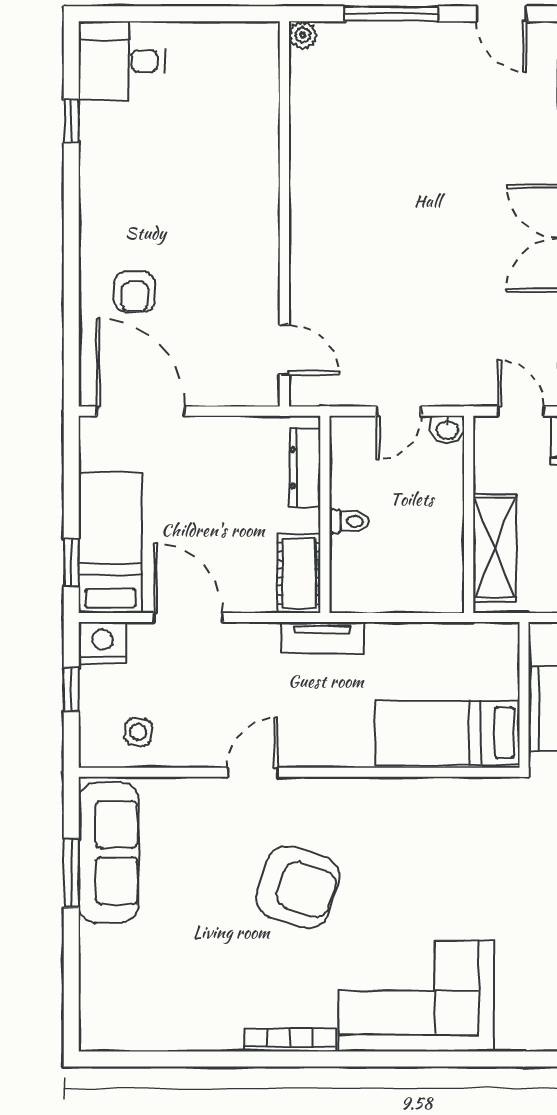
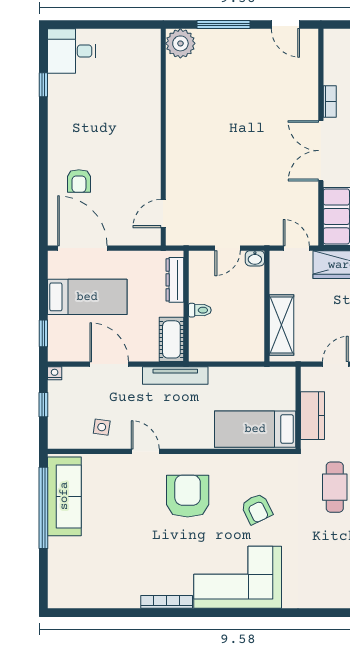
plant: (303, 35) -> (180, 43), width x1.88, depth x1.88
door: (284, 350) -> (163, 214), swing flipped
bed: (110, 543) -> (87, 297), moved, turned 90
tv unit: (323, 638) -> (175, 376), width x1.41
nightstand: (102, 643) -> (55, 373), width x0.53, depth x0.56
side table: (138, 732) -> (102, 427), moved
door: (252, 772) -> (145, 451), hinge flipped
window: (71, 873) -> (43, 508), width x2.11
armchair: (450, 875) -> (257, 509), added
armchair: (298, 887) -> (188, 496), moved, turned -108

